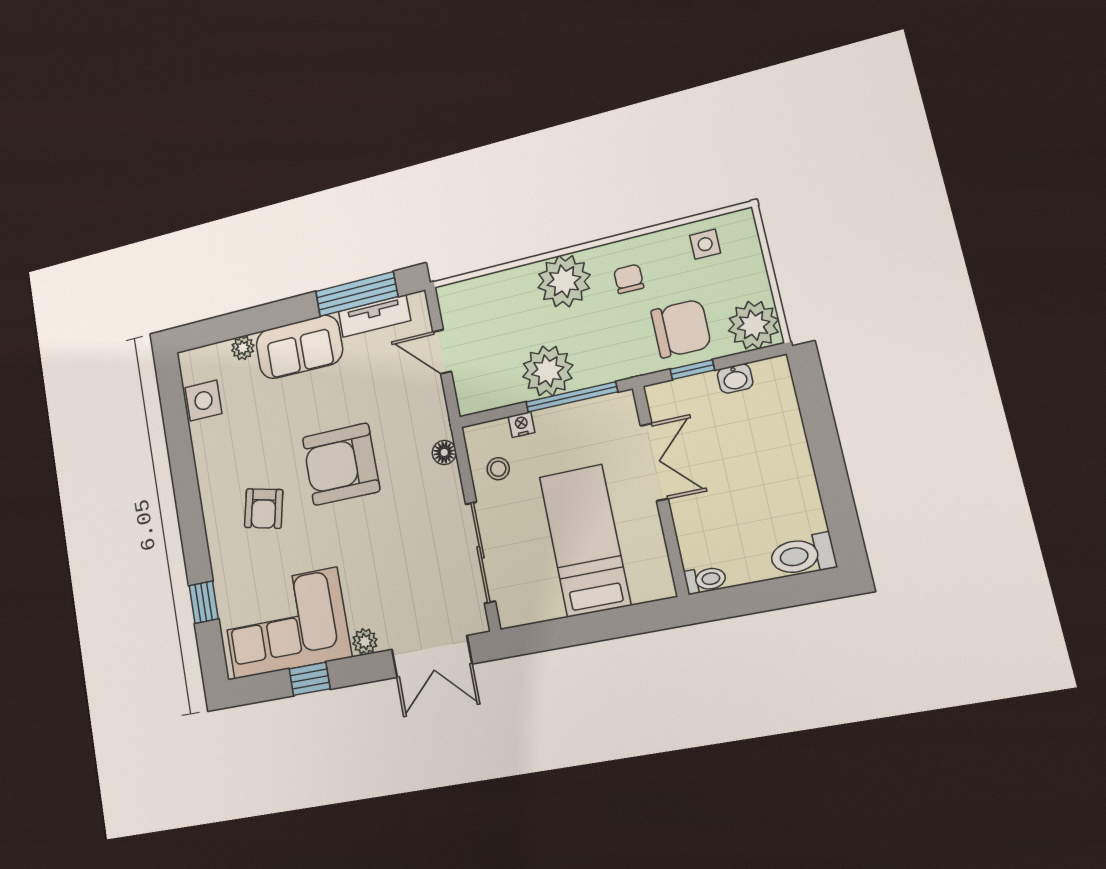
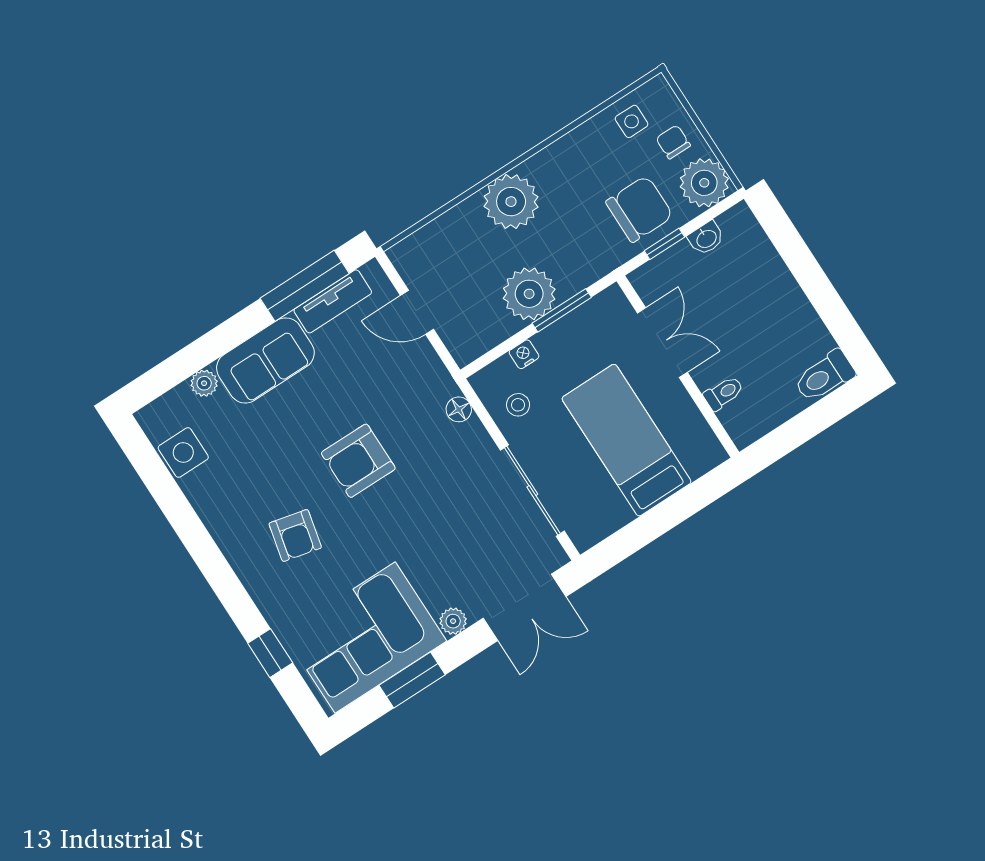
chair: (629, 279) -> (673, 142), moved
window: (572, 397) -> (562, 310), width x0.69
armchair: (341, 464) -> (358, 461), width x0.73, depth x0.73
toilet: (705, 580) -> (724, 393), moved
window: (310, 679) -> (412, 680), width x1.50

